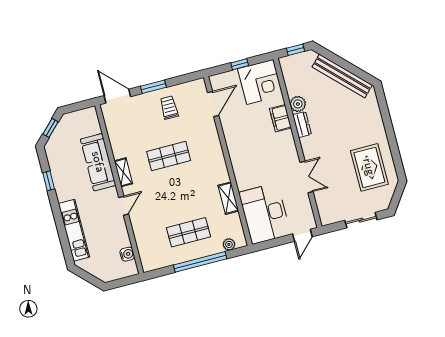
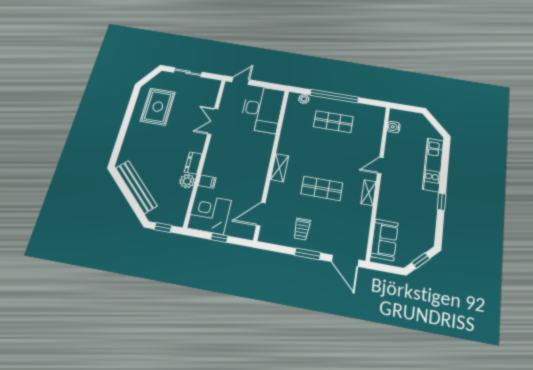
filing cabinet: (280, 118) -> (207, 182), width x0.50
sofa: (98, 162) -> (384, 240), moved, width x0.73
window: (49, 181) -> (442, 202), moved
shelving: (228, 198) -> (279, 168), moved

